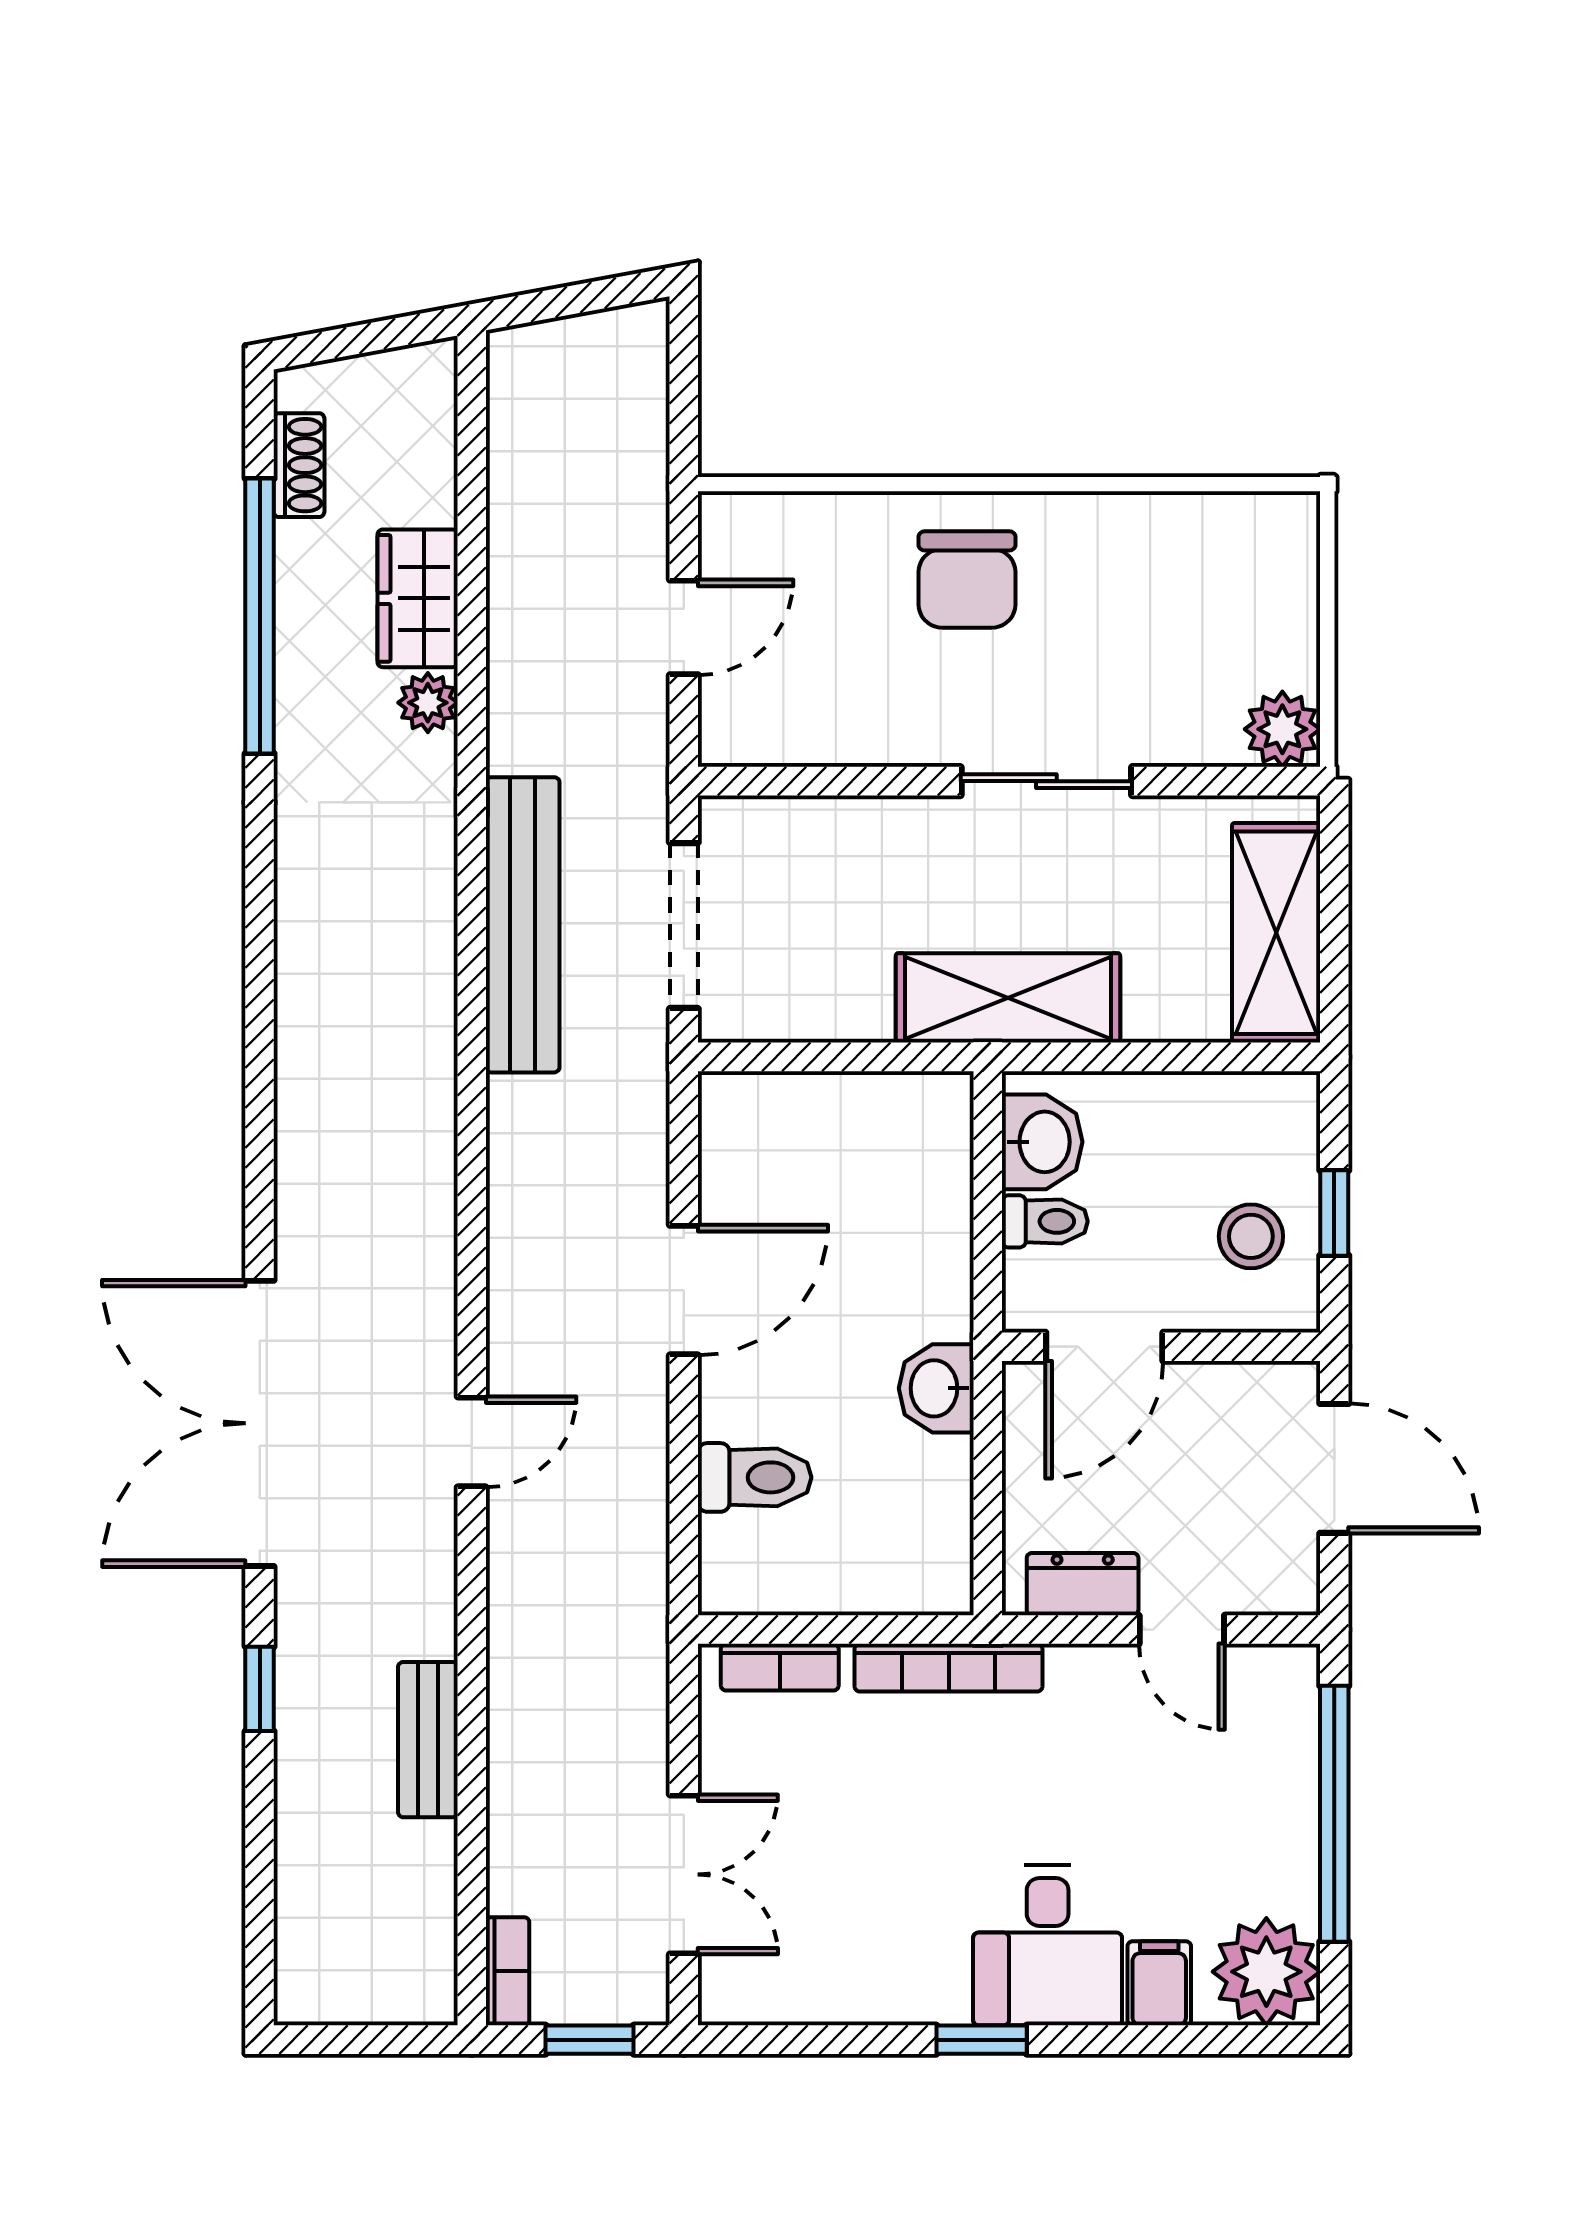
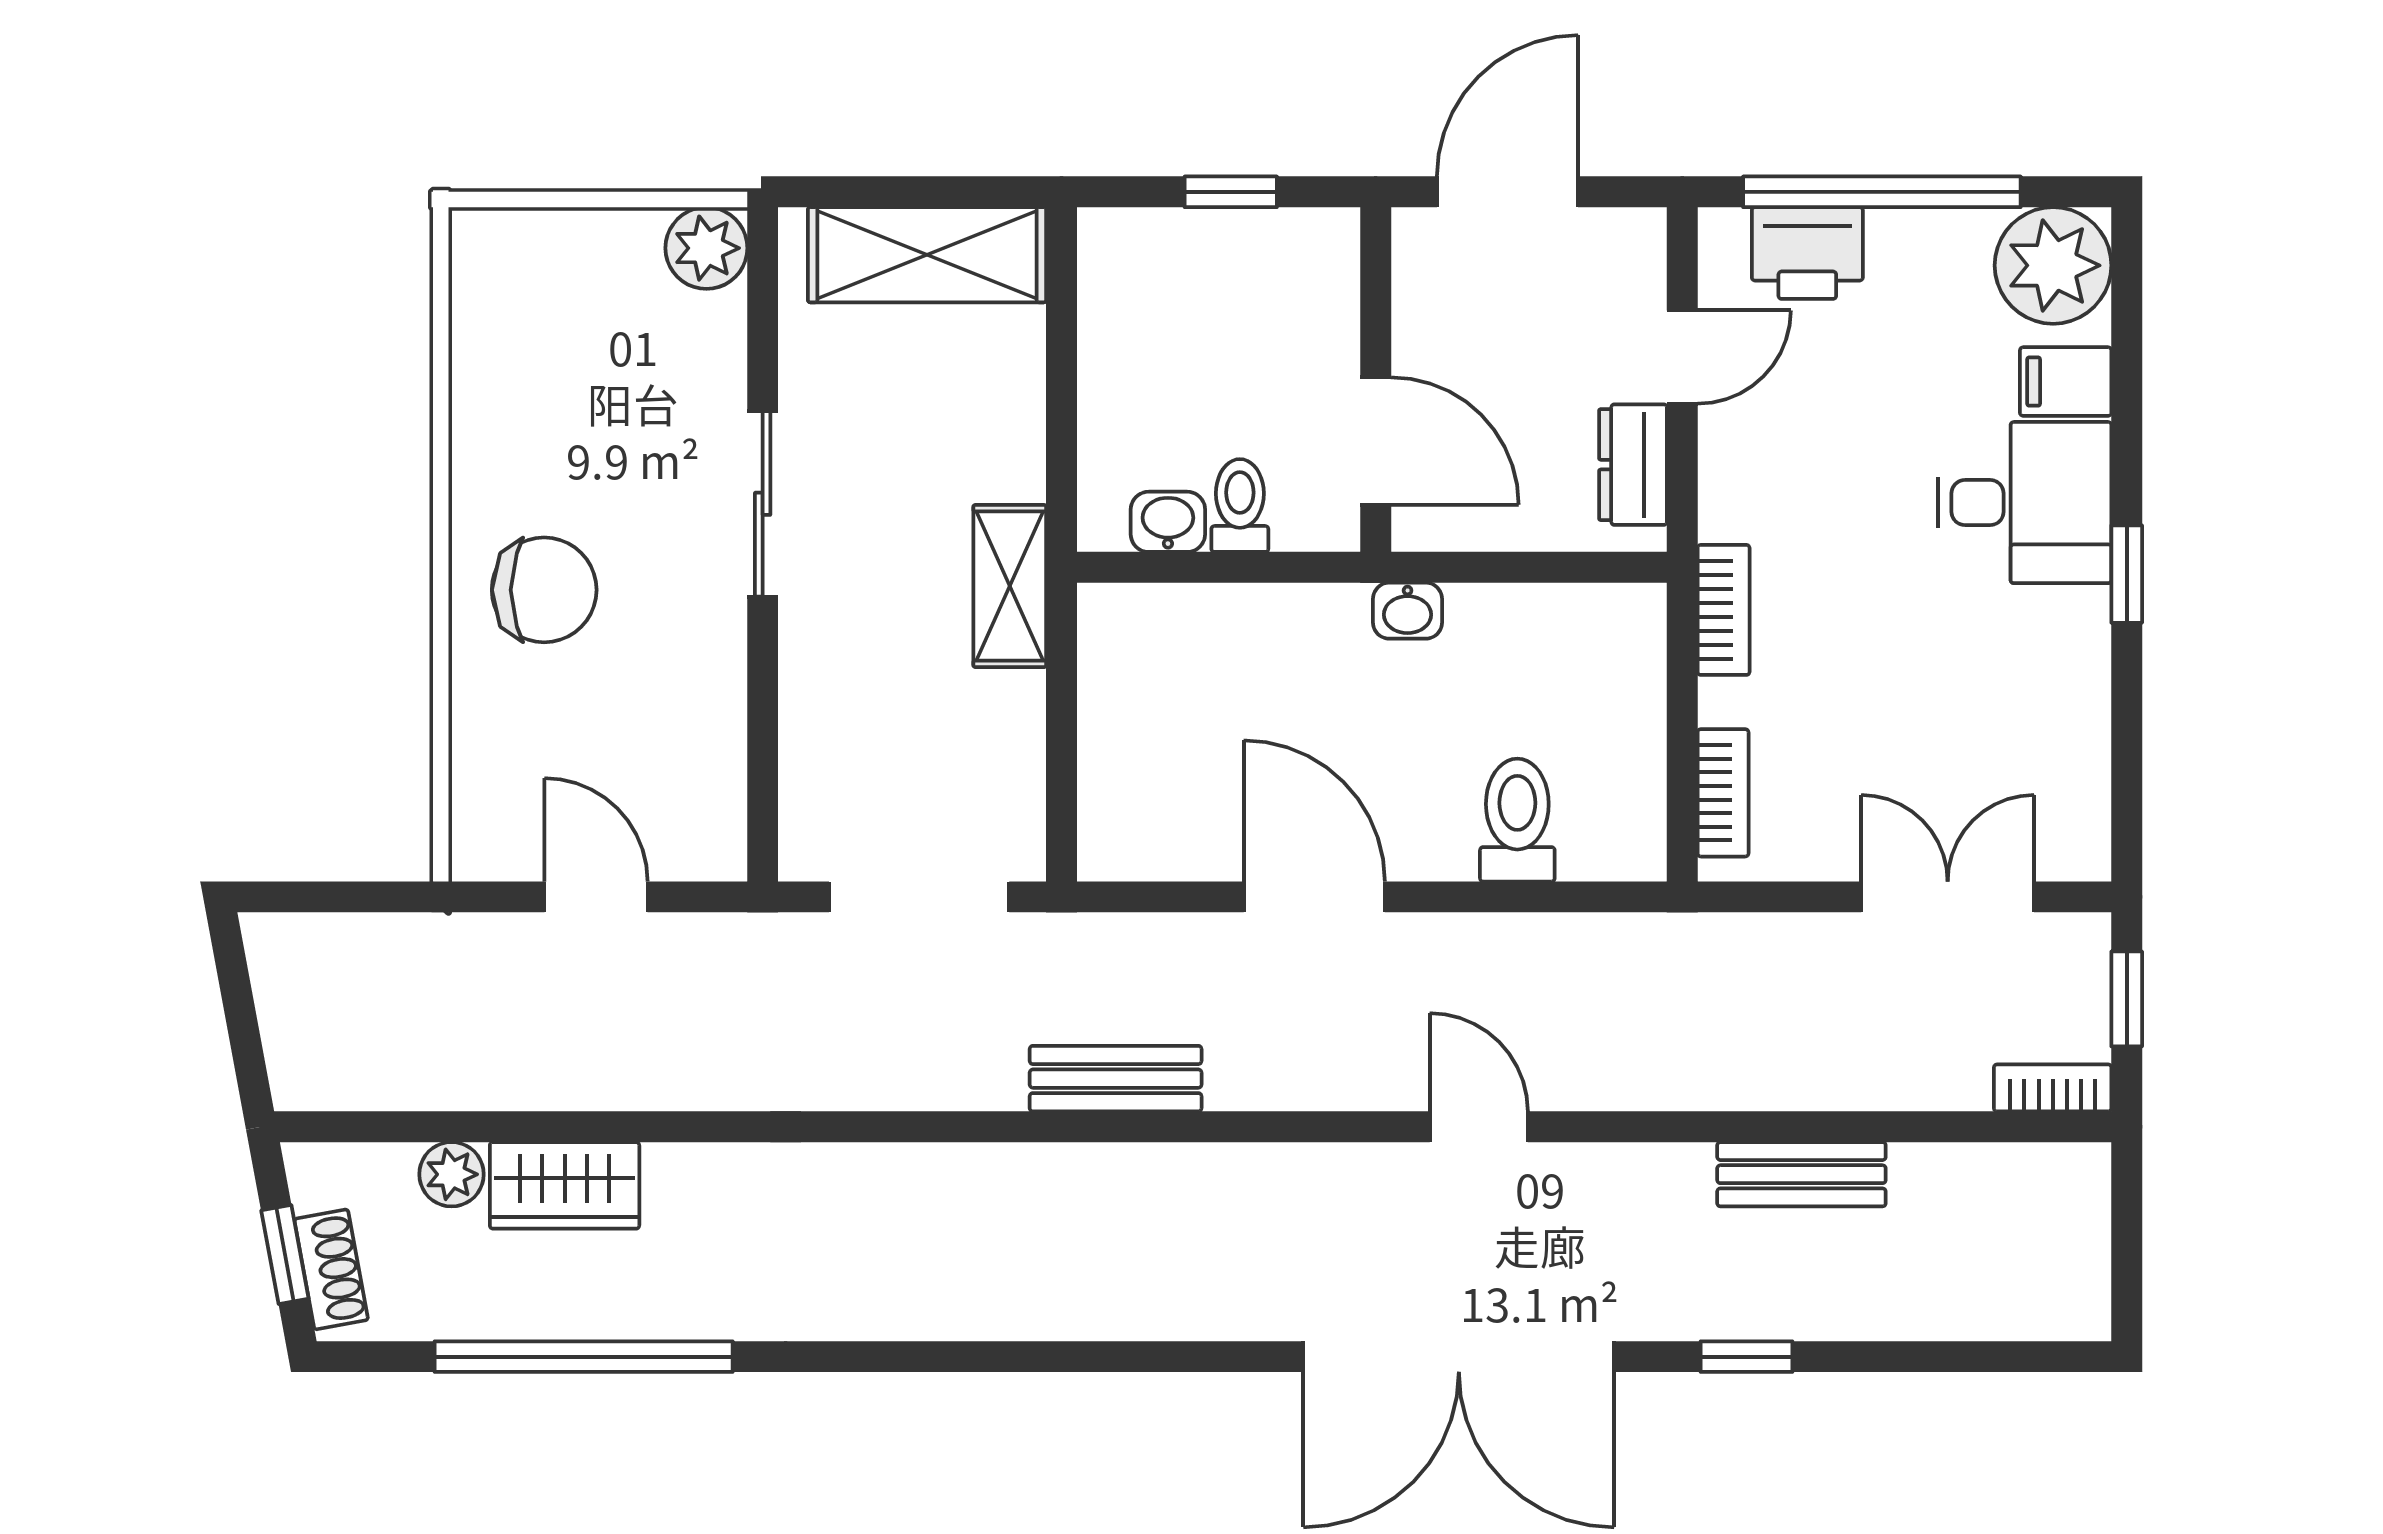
window: (354, 340) -> (285, 1254), added
shoe rack: (299, 465) -> (331, 1269), moved, turned 80
plant: (428, 703) -> (451, 1174), moved
bench: (523, 925) -> (1116, 1079), moved, width x0.54, depth x0.82
shelving: (1008, 998) -> (1010, 586), width x0.67, depth x0.75
washbasin: (1042, 1142) -> (1168, 522), width x0.72, depth x0.69
stool: (1251, 1236) -> (1256, 282), removed
washbasin: (936, 1388) -> (1408, 611), width x0.72, depth x0.69
bookcase: (949, 1668) -> (1724, 610), width x0.64
printer: (1278, 1745) -> (1807, 253), added

